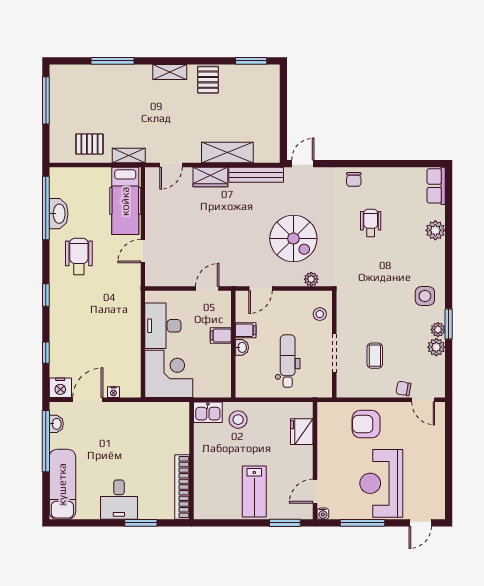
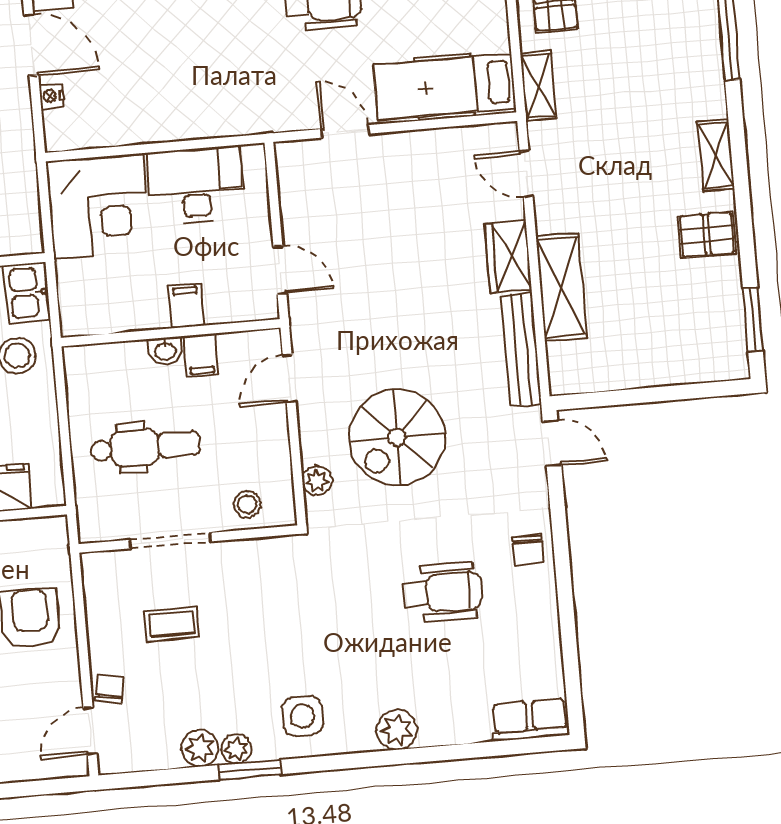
chair: (354, 179) -> (528, 550), turned -90
wheelchair: (371, 223) -> (442, 593), width x1.36, depth x1.37
plant: (435, 230) -> (397, 730), moved
door: (260, 288) -> (289, 379), hinge flipped

